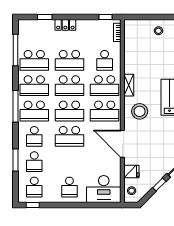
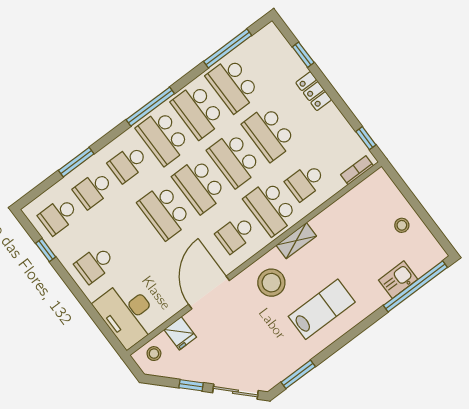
school desk: (105, 111) -> (236, 234), width x0.54
window: (33, 205) -> (46, 250), moved

